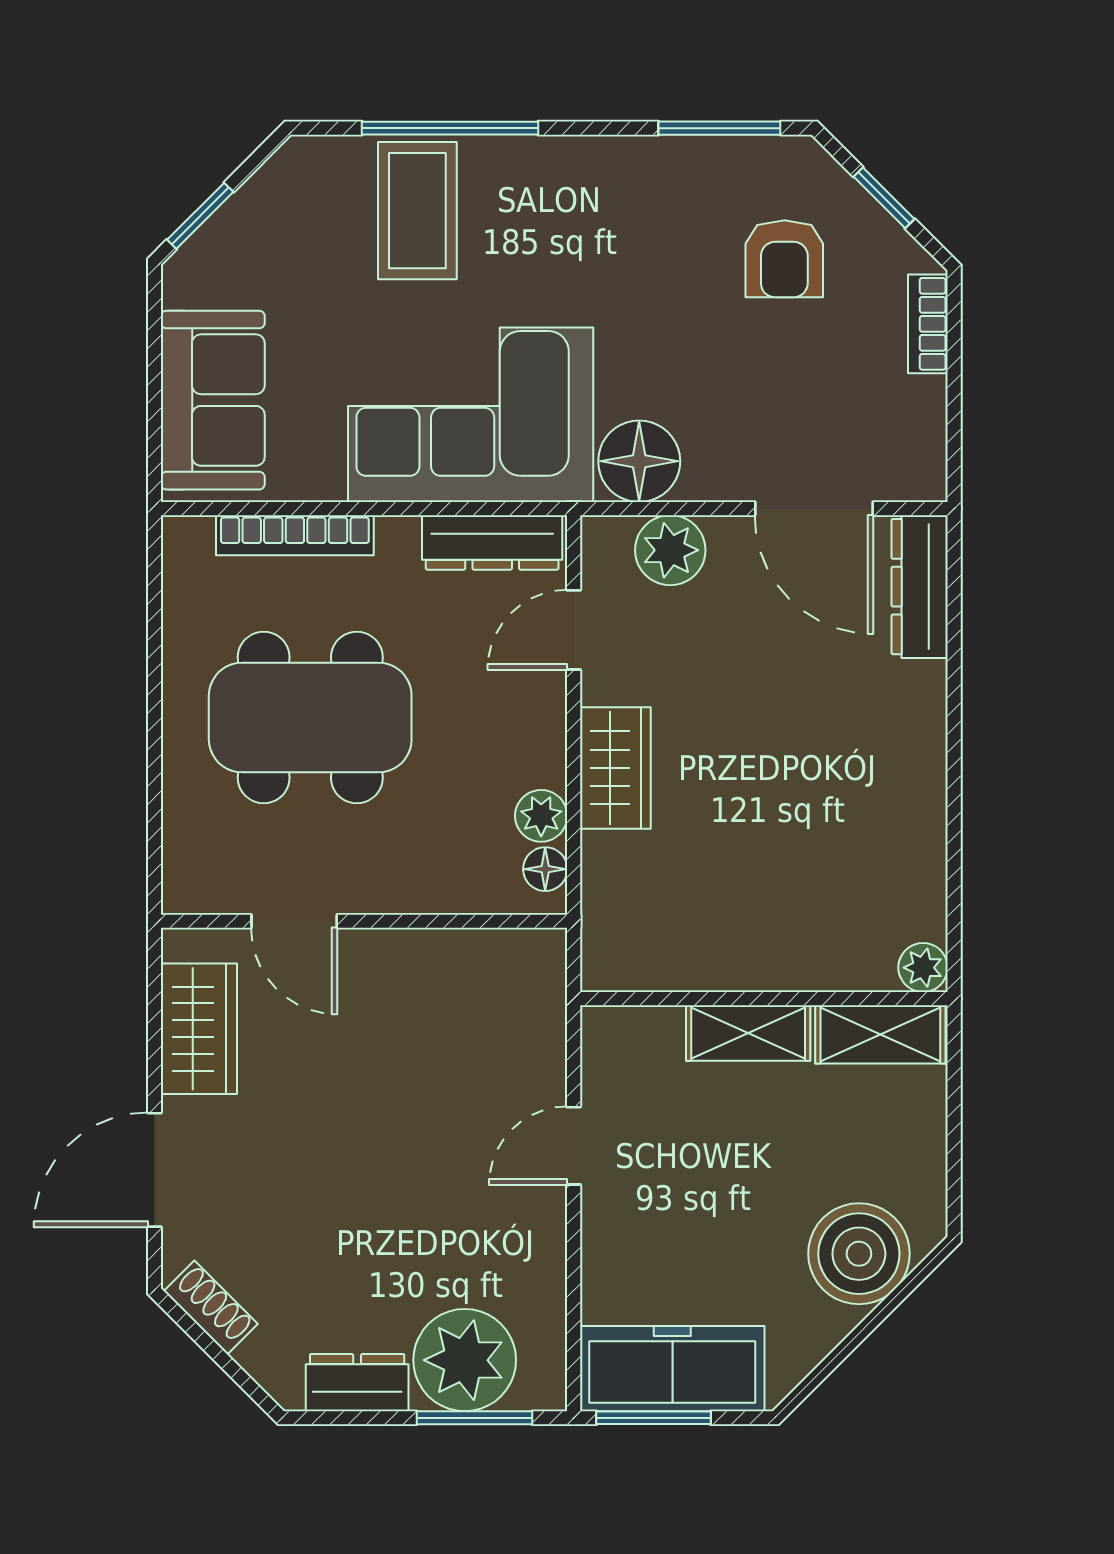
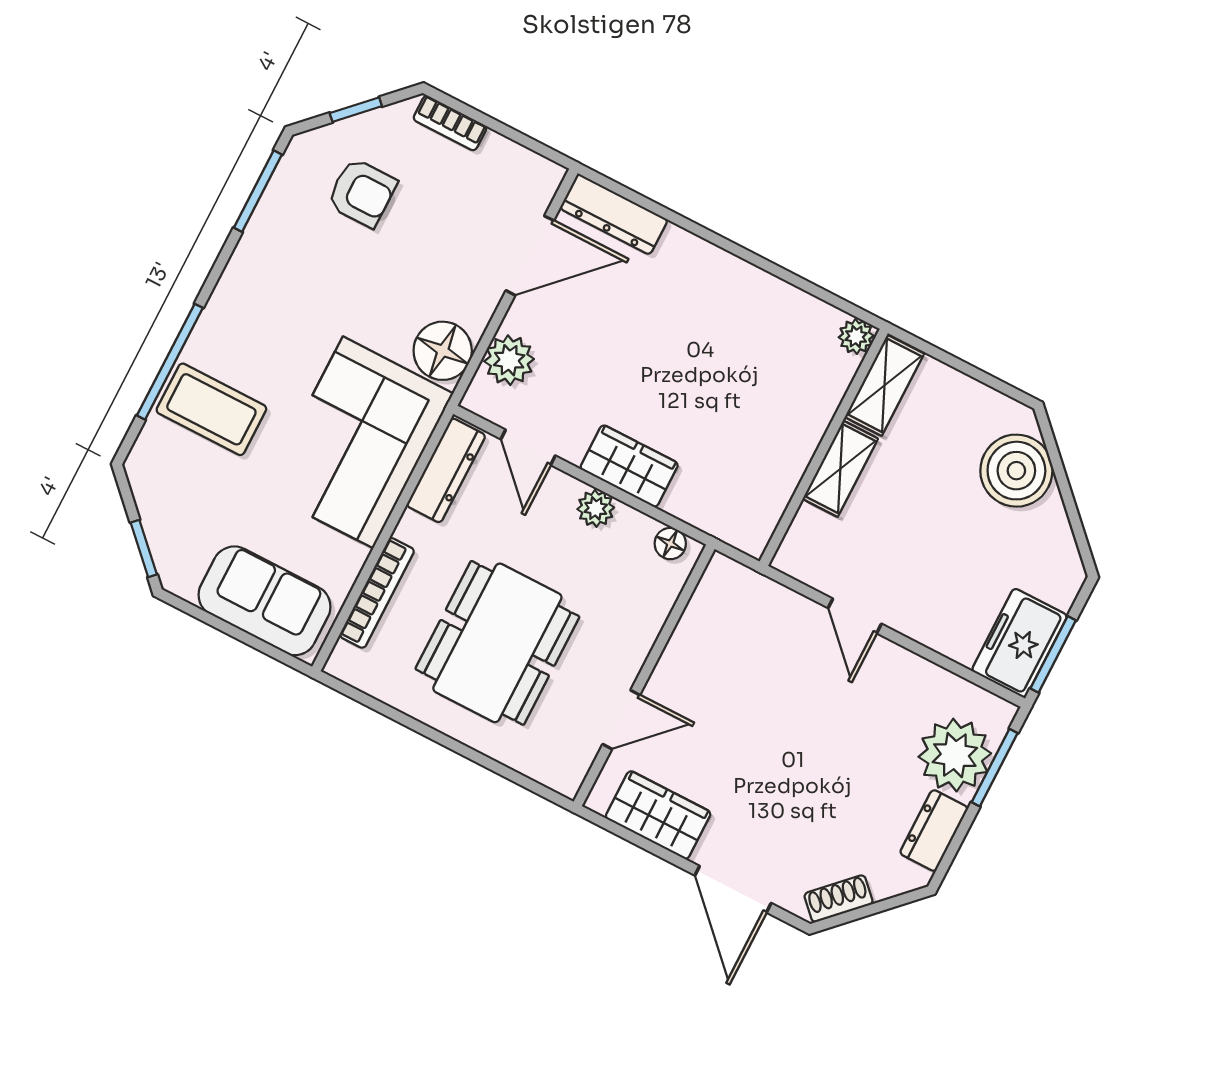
plant: (541, 816) -> (596, 508), moved
freezer: (672, 1369) -> (1019, 643), width x0.71

